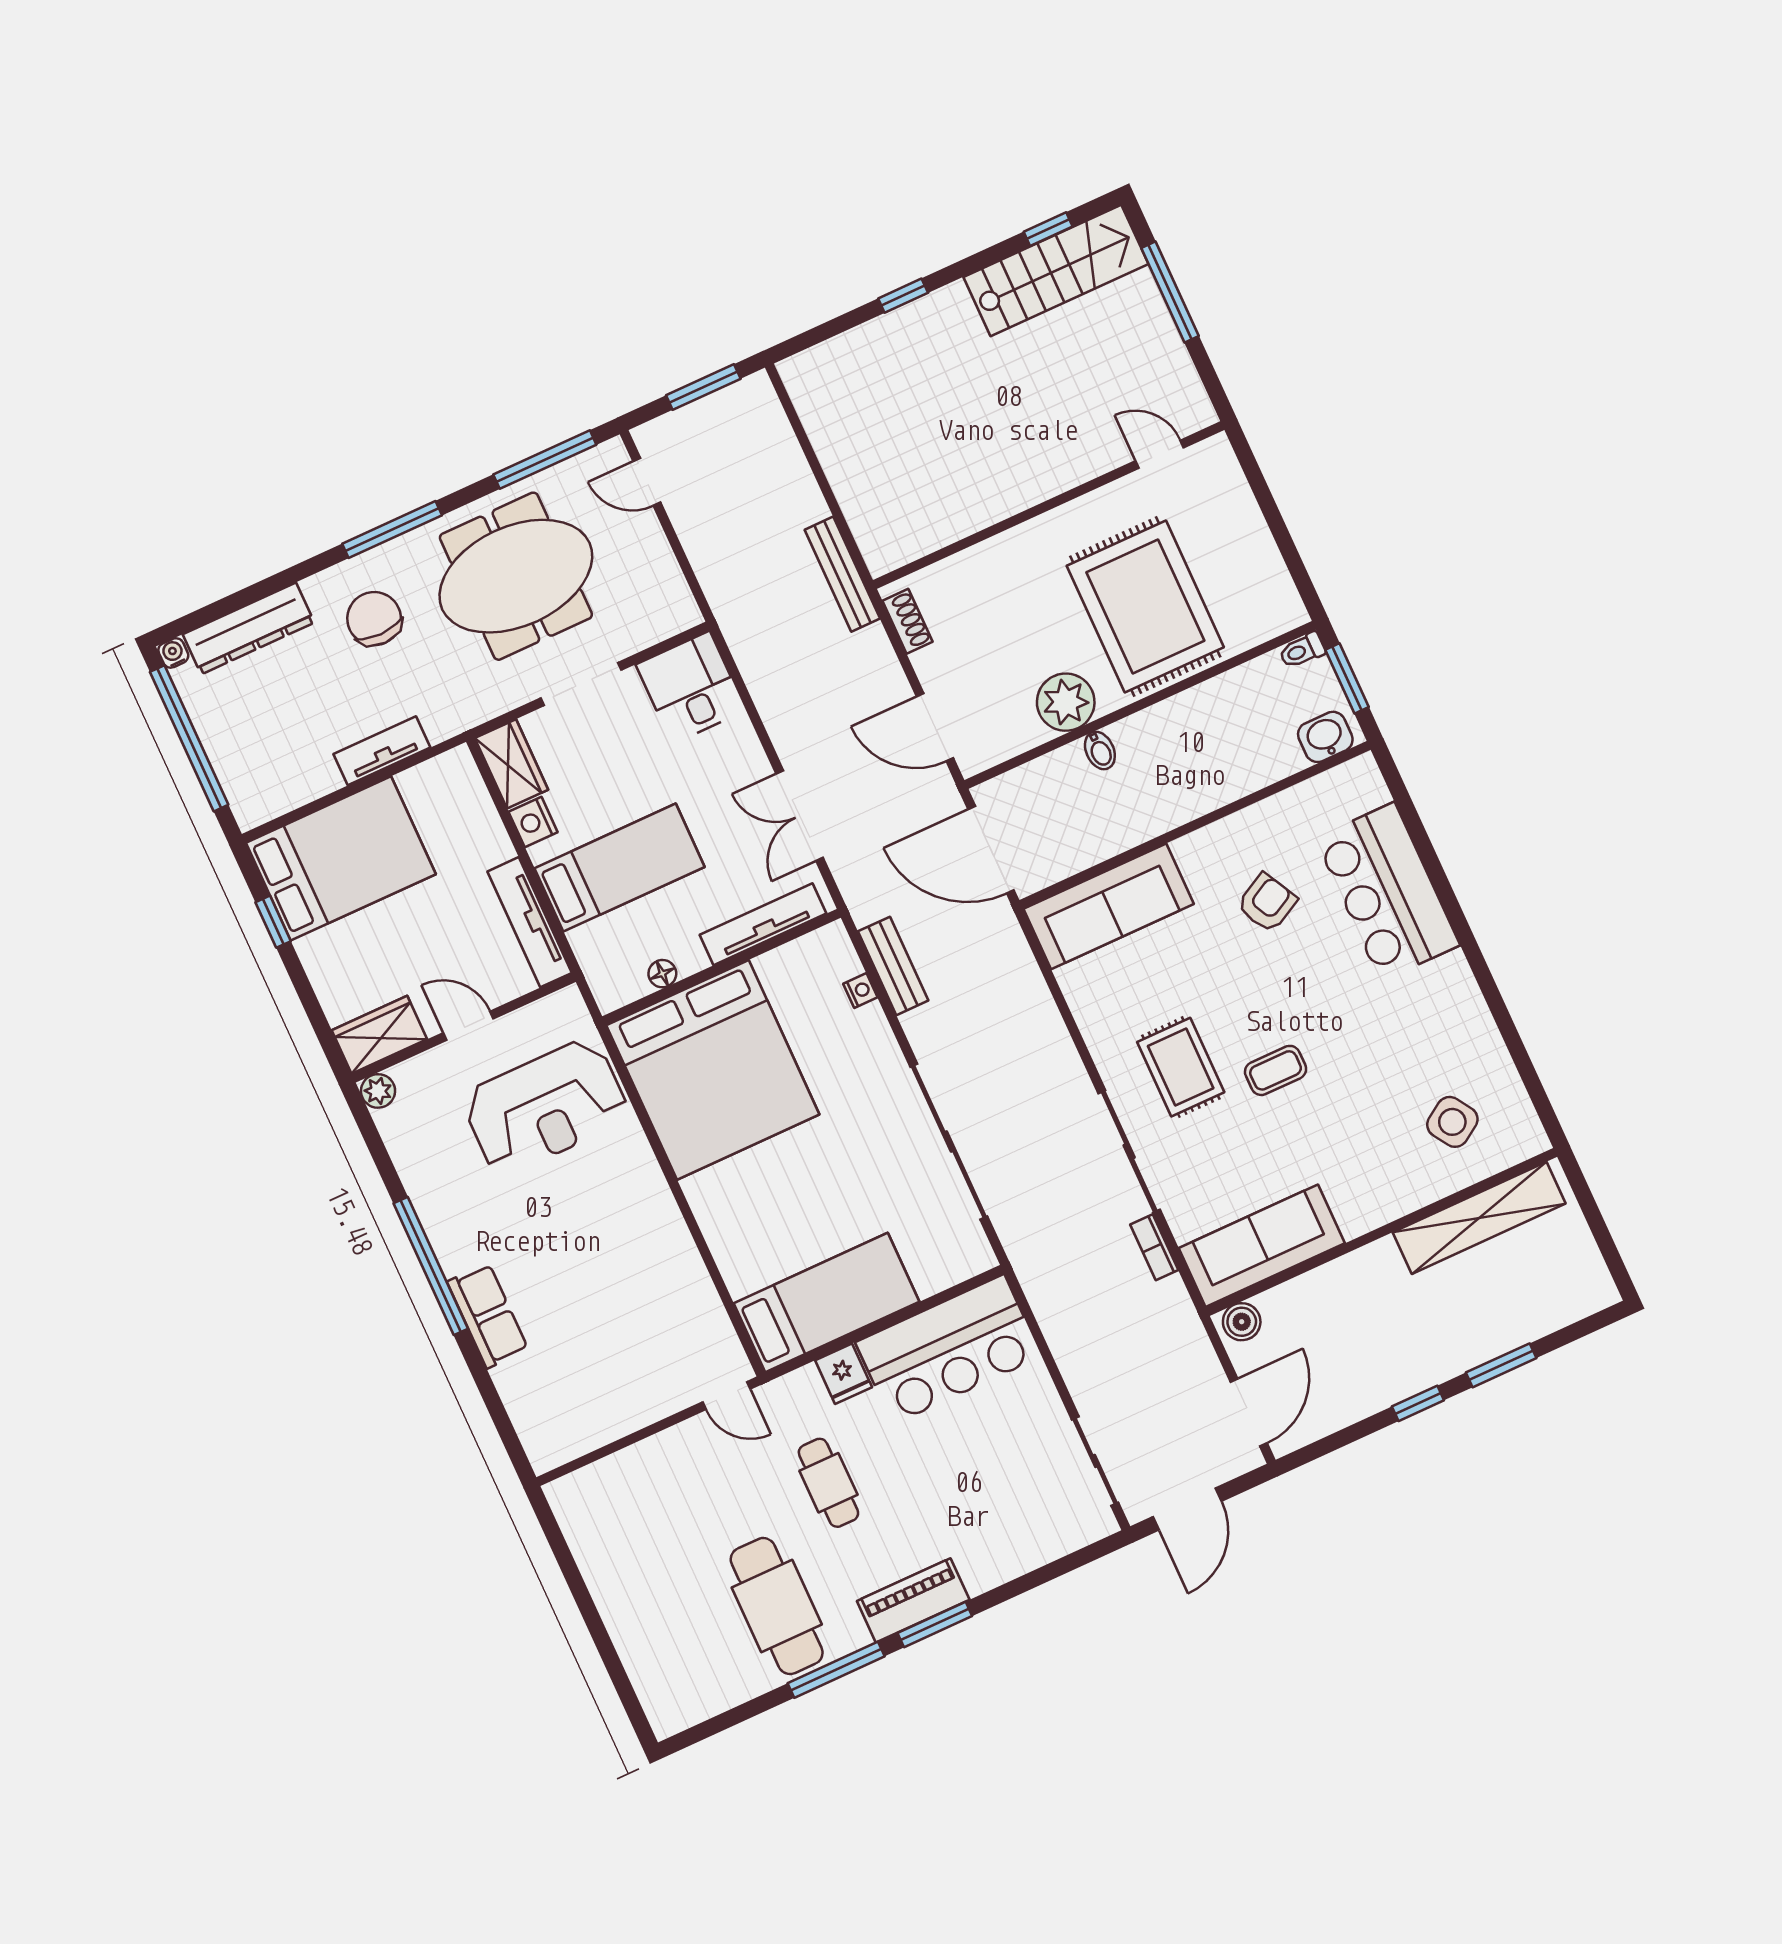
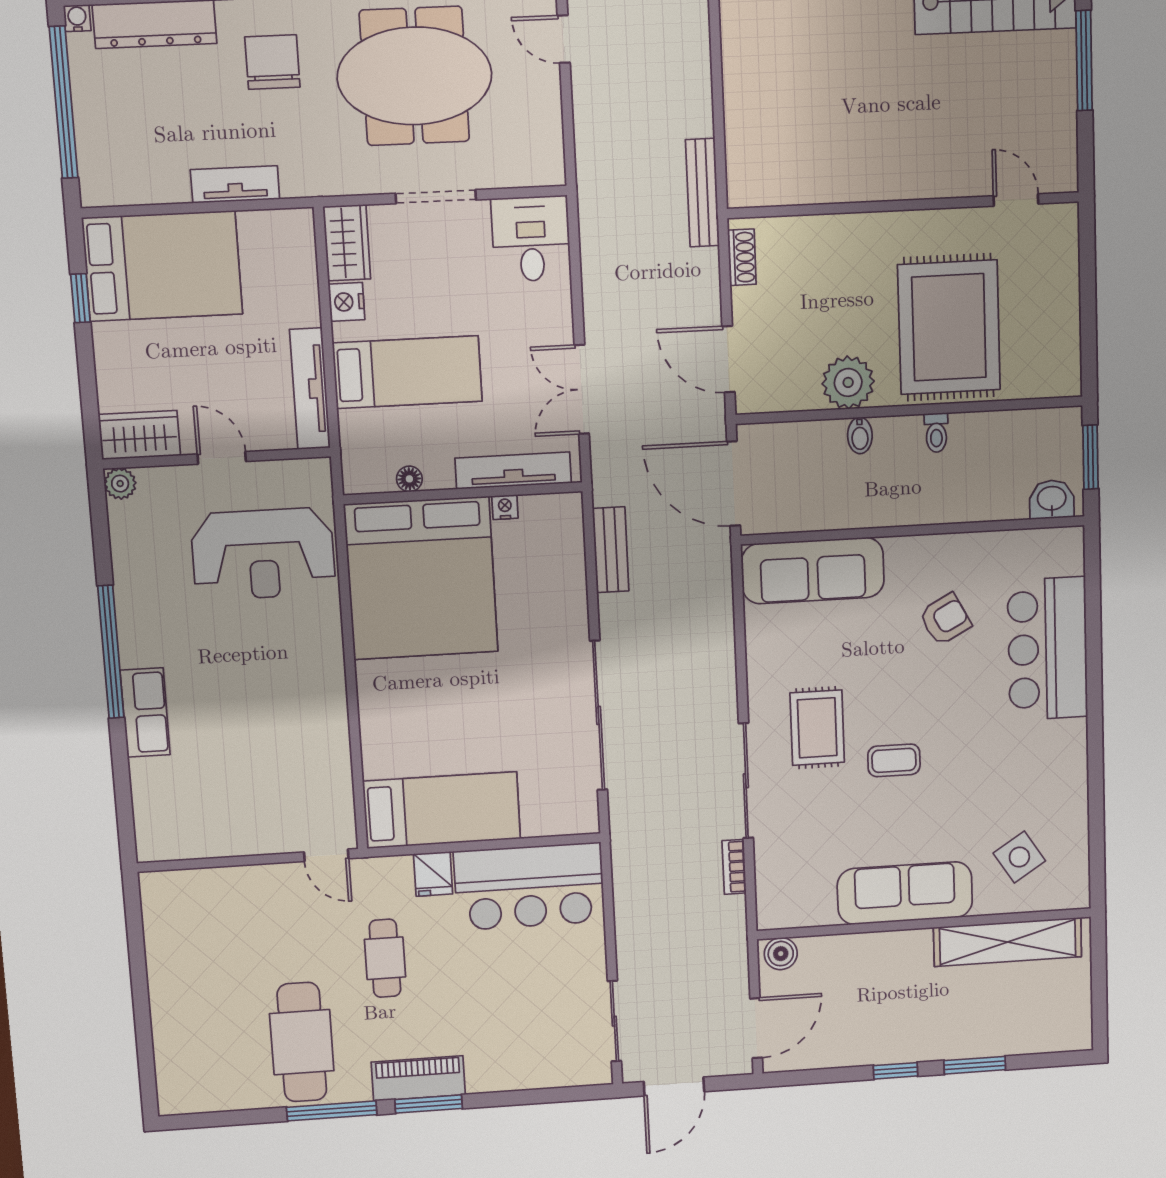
toilet: (1302, 650) -> (936, 433), moved, turned -90
nightstand: (860, 990) -> (505, 507), moved, turned -90
sofa: (1262, 1246) -> (905, 893), moved

